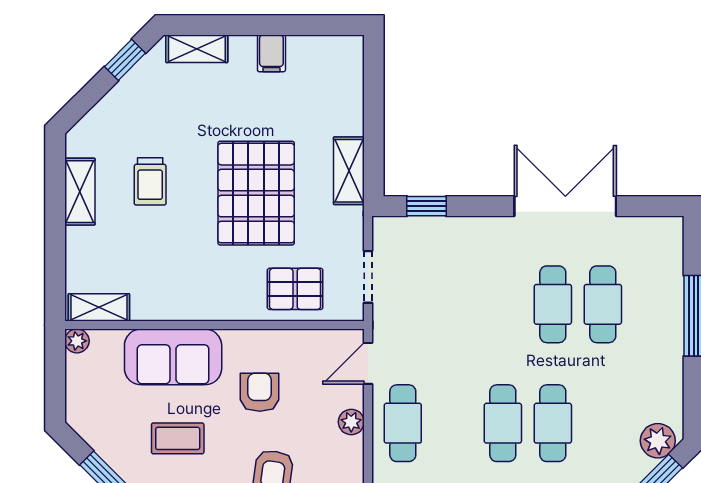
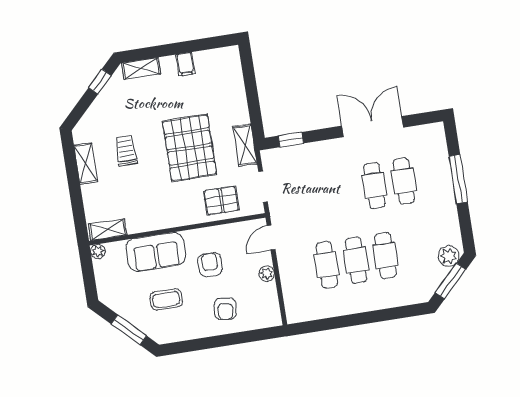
shelving: (349, 171) -> (245, 145), moved
trolley: (150, 181) -> (126, 151), turned 180
cafe table: (403, 423) -> (327, 265), moved

